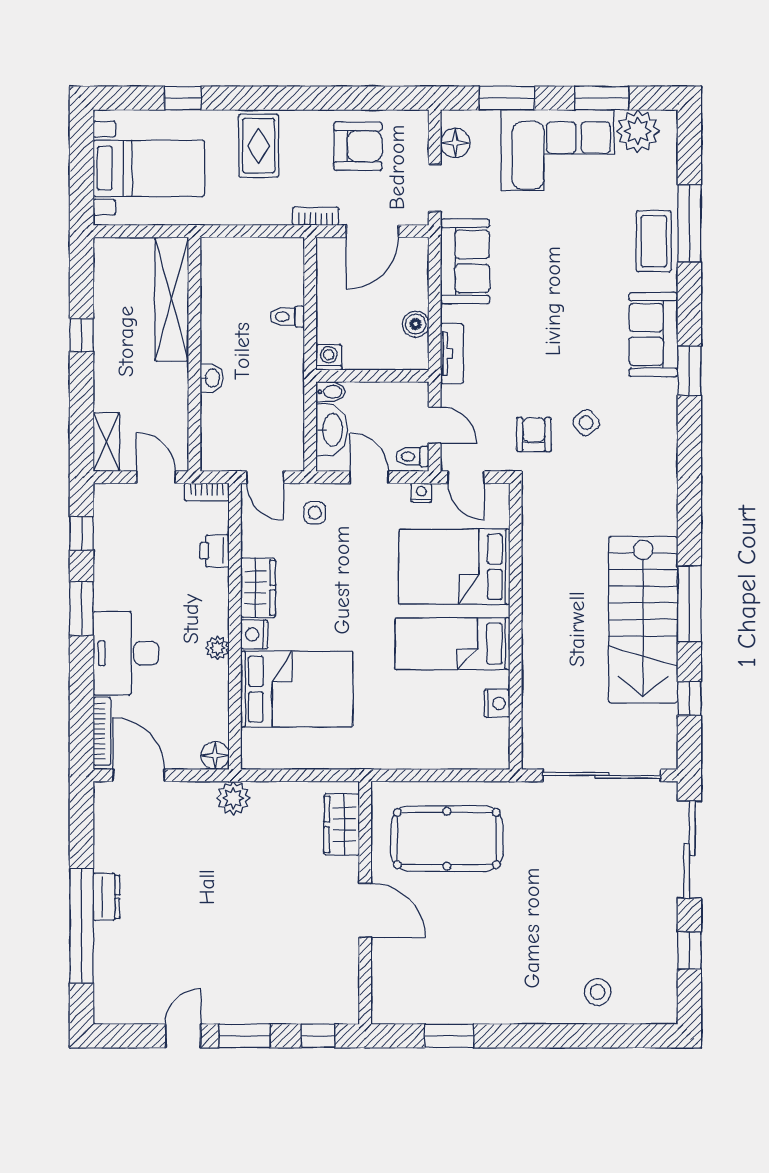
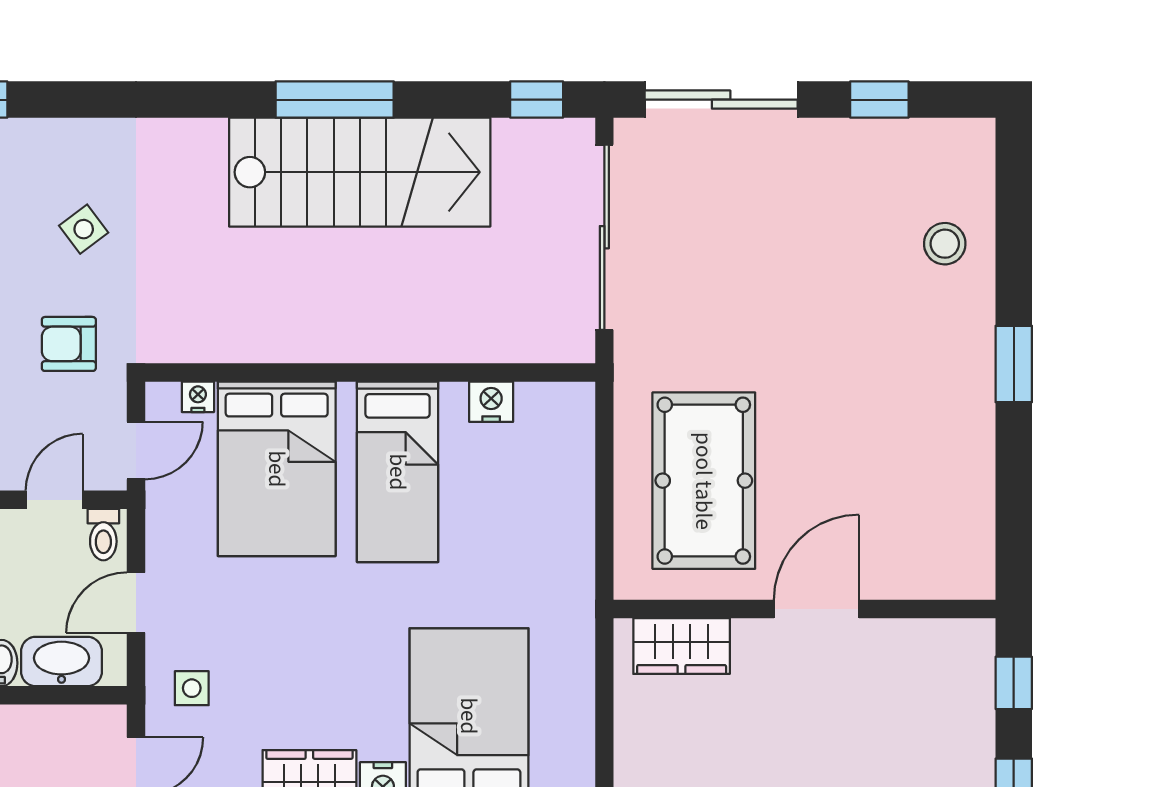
side table: (586, 423) -> (84, 229), moved
nightstand: (421, 493) -> (198, 397), moved, turned 90
window: (689, 698) -> (537, 100), moved
window: (449, 1036) -> (1014, 364), moved

